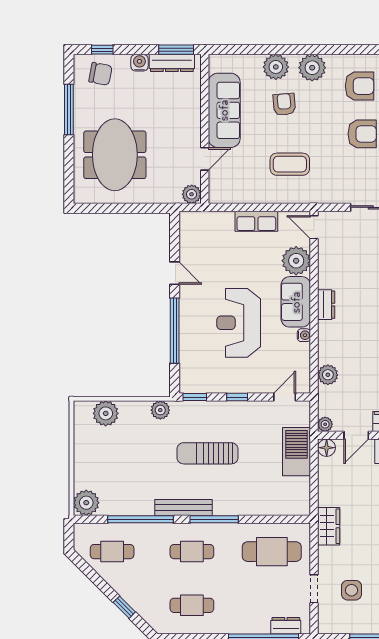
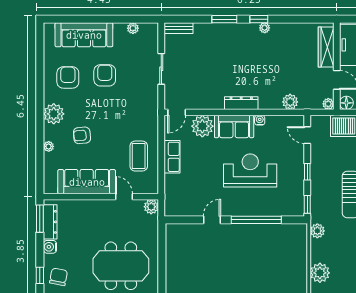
plant: (276, 67) -> (49, 146), width x0.53, depth x0.53
coffee table: (290, 164) -> (139, 156), moved
dresser: (326, 305) -> (241, 103), width x1.44
reception desk: (239, 323) -> (250, 171), turned 180

